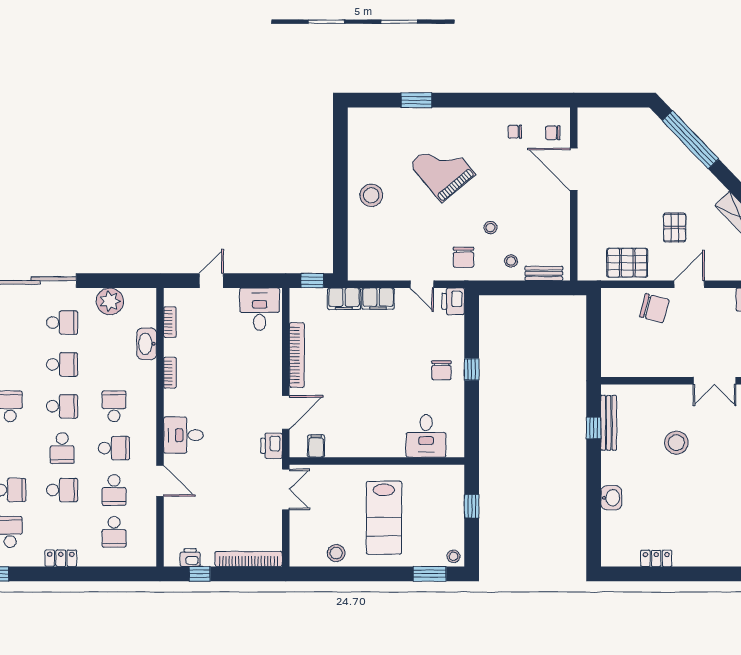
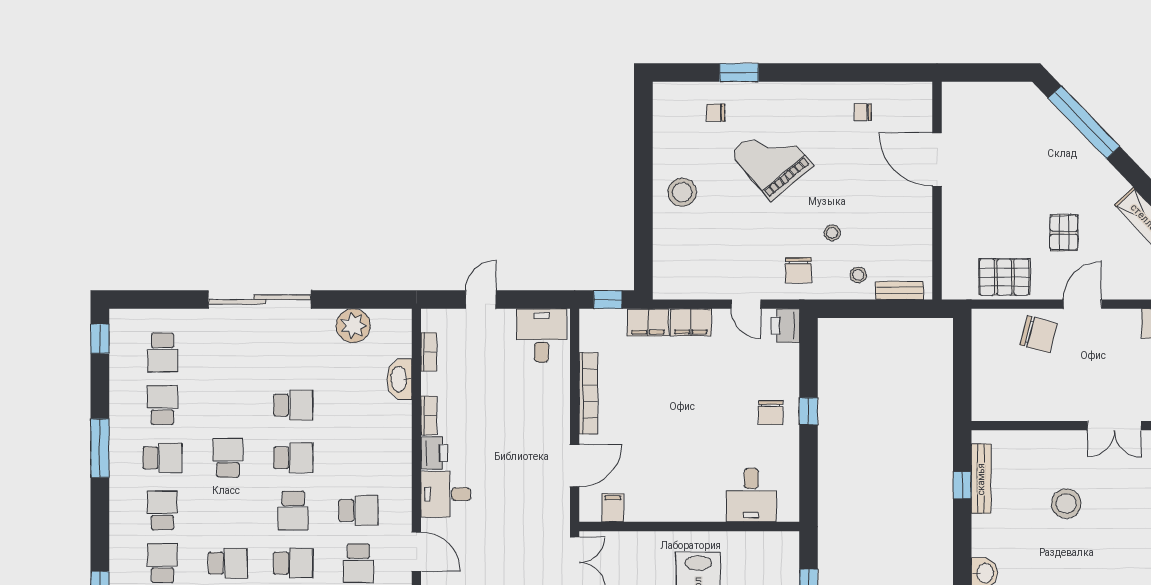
chair: (553, 133) -> (716, 113), moved
school desk: (62, 323) -> (293, 352), removed
school desk: (114, 406) -> (358, 458), removed
printer: (272, 446) -> (434, 453), moved, turned 180

